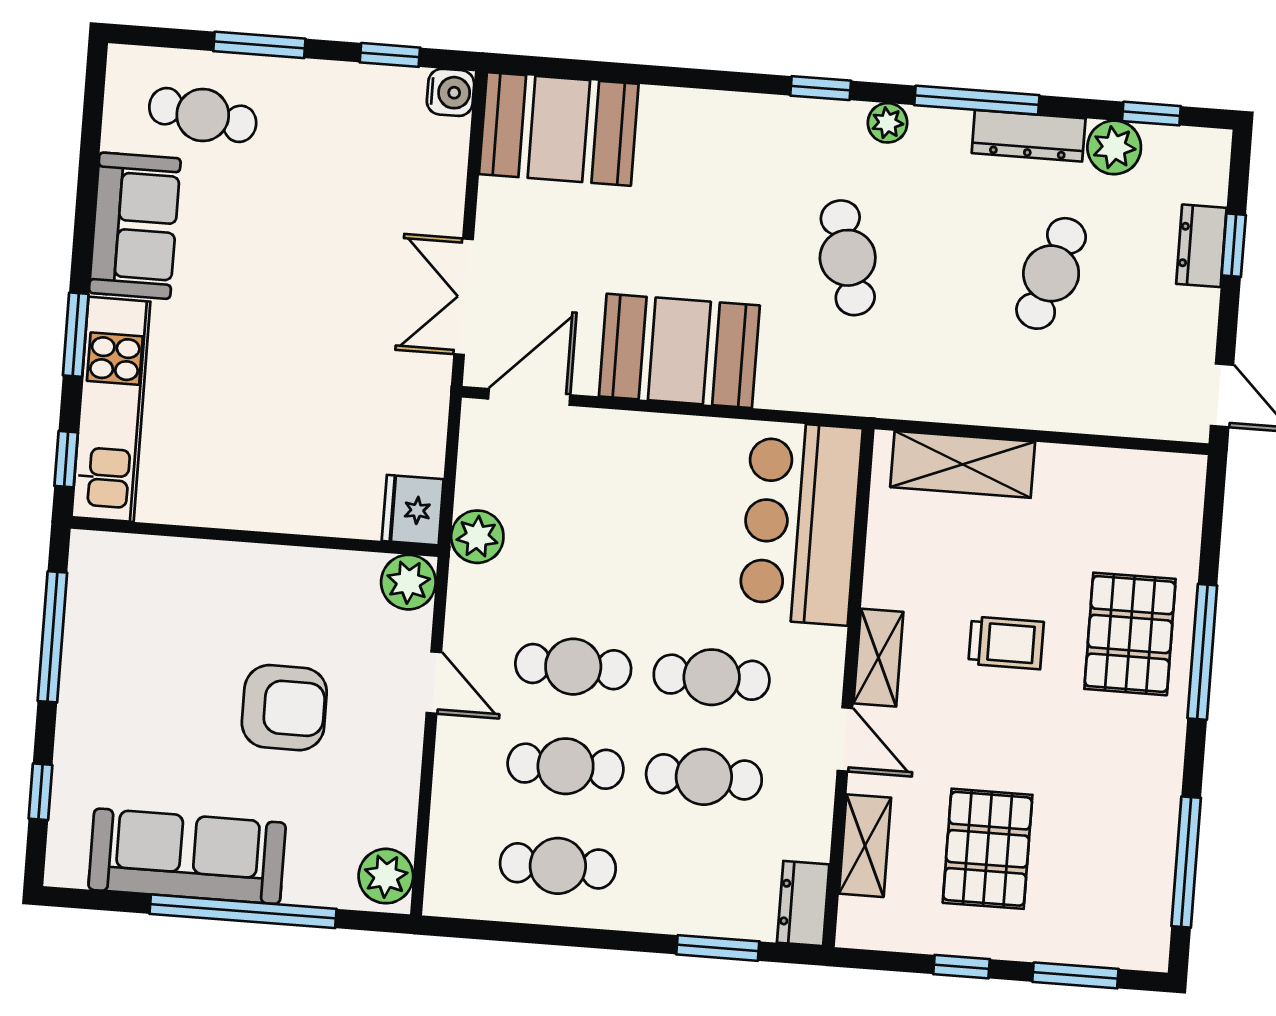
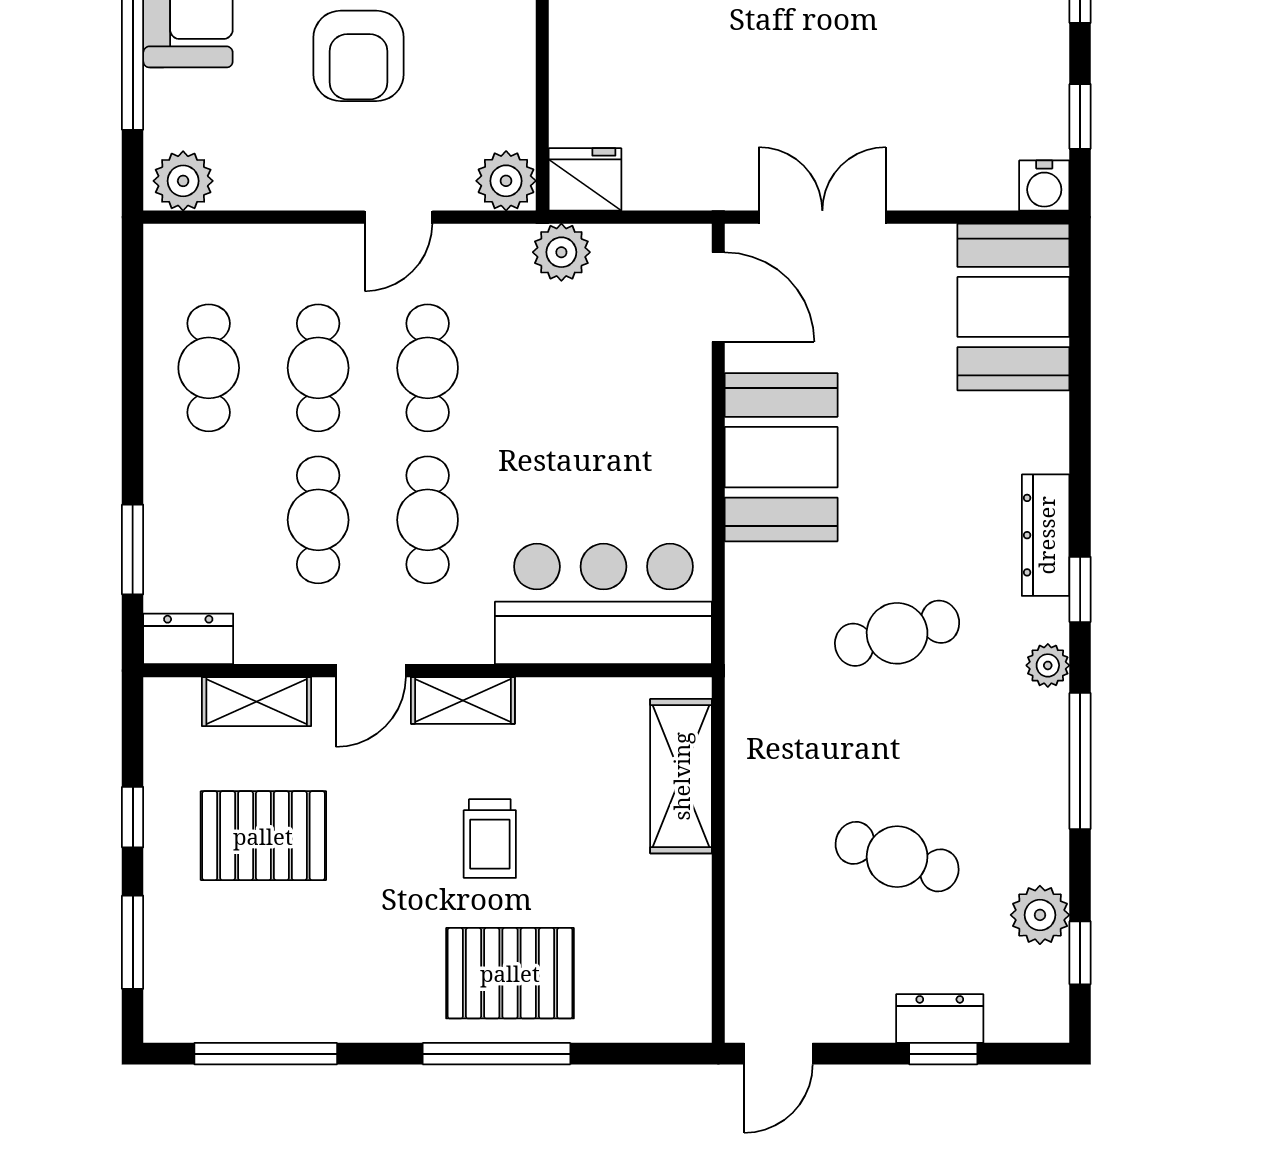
dresser: (1029, 136) -> (1046, 535), moved

